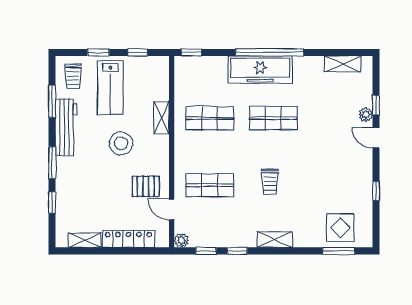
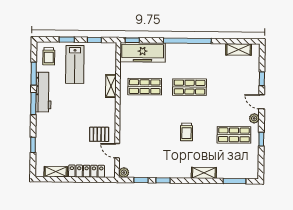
freezer: (260, 70) -> (143, 52), moved
plant: (366, 115) -> (254, 118), moved
stool: (121, 143) -> (82, 104), removed
window: (52, 163) -> (33, 103), moved
shop shelf: (210, 185) -> (234, 135), moved
display table: (340, 228) -> (236, 165), removed
shelving: (275, 240) -> (204, 173), moved

